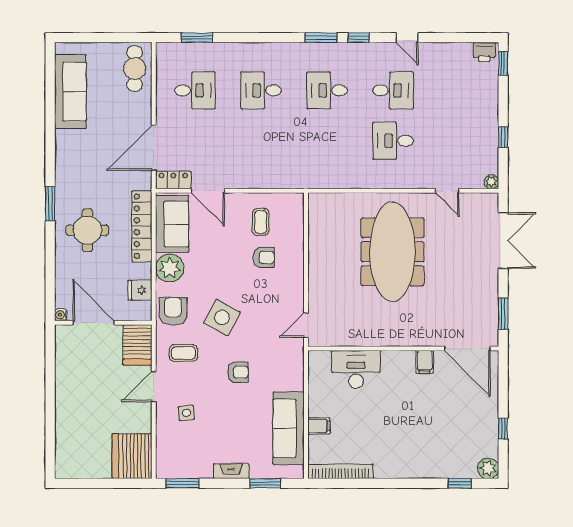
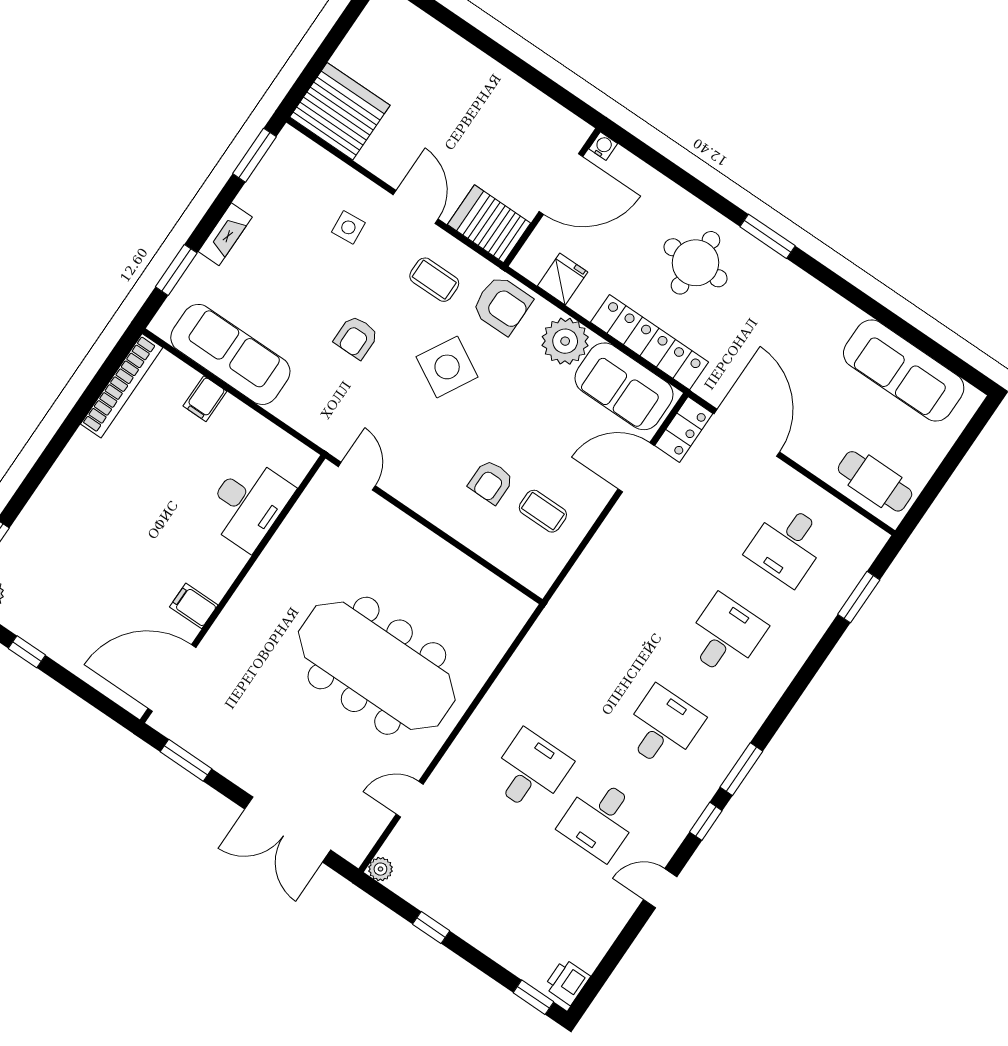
coffee table: (183, 353) -> (434, 280), turned 90

